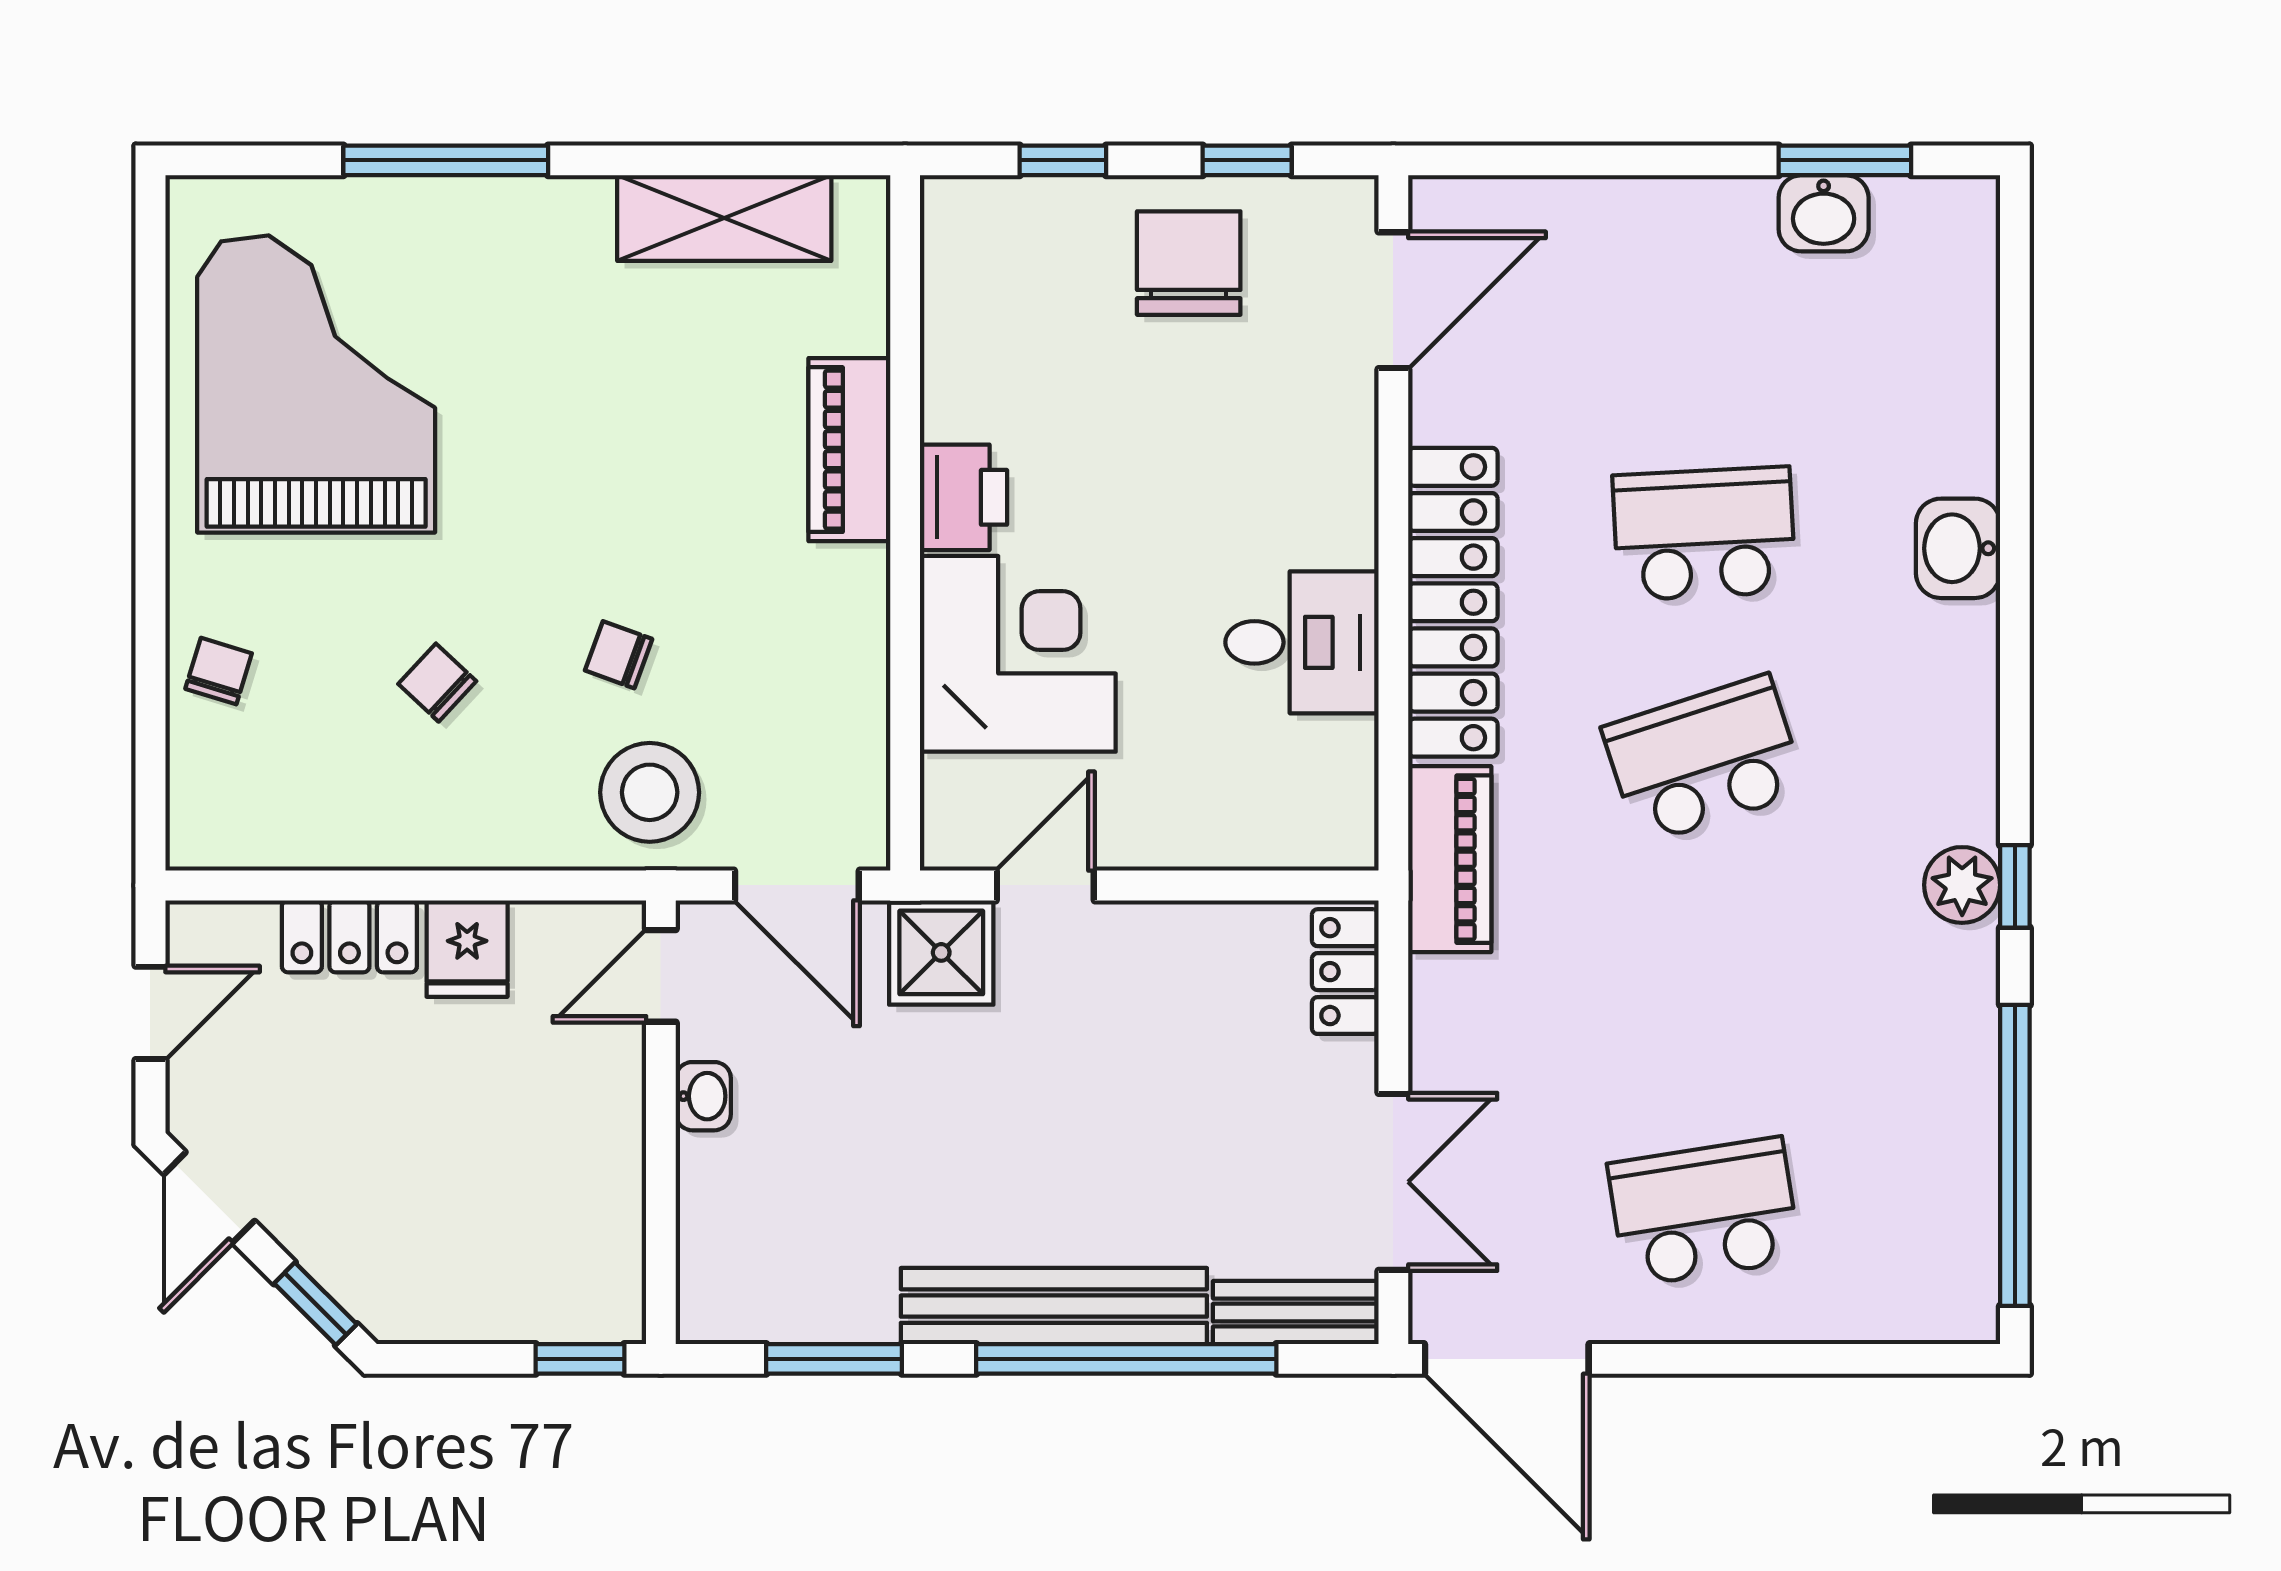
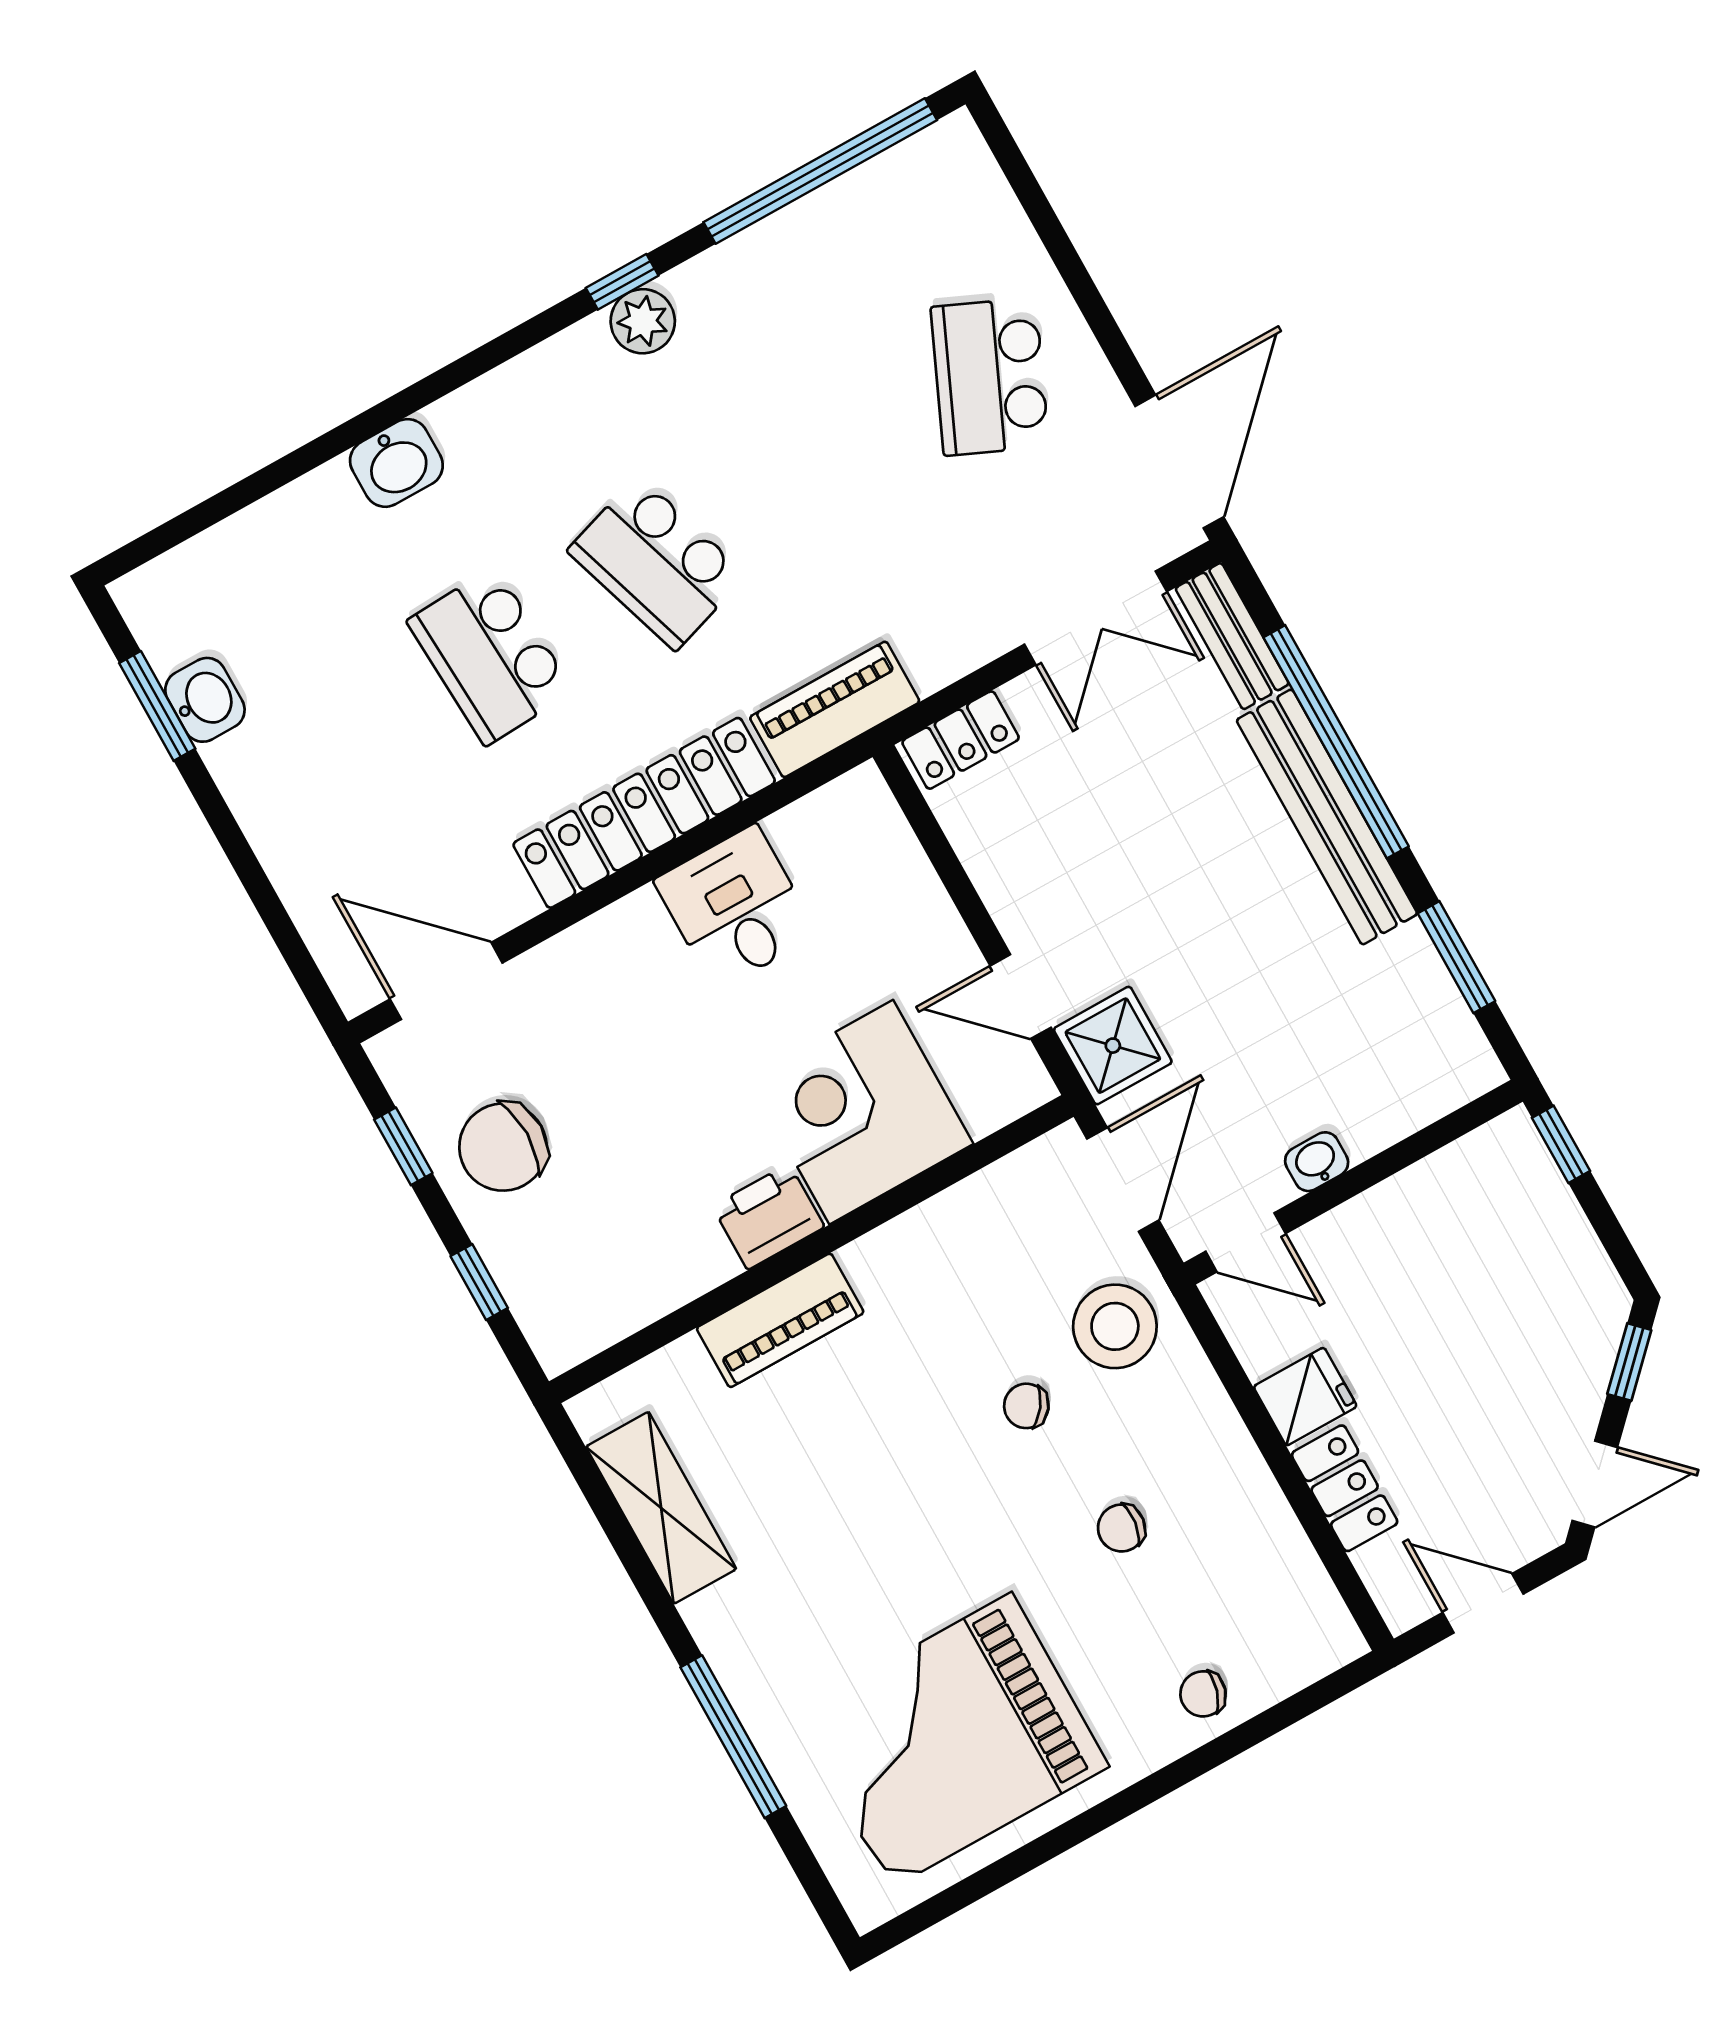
chair: (619, 655) -> (1026, 1406), turned 106
chair: (437, 683) -> (1121, 1528), turned 54
double door: (1393, 1182) -> (1096, 618), swing flipped
school desk: (1704, 1212) -> (990, 377), turned 33

